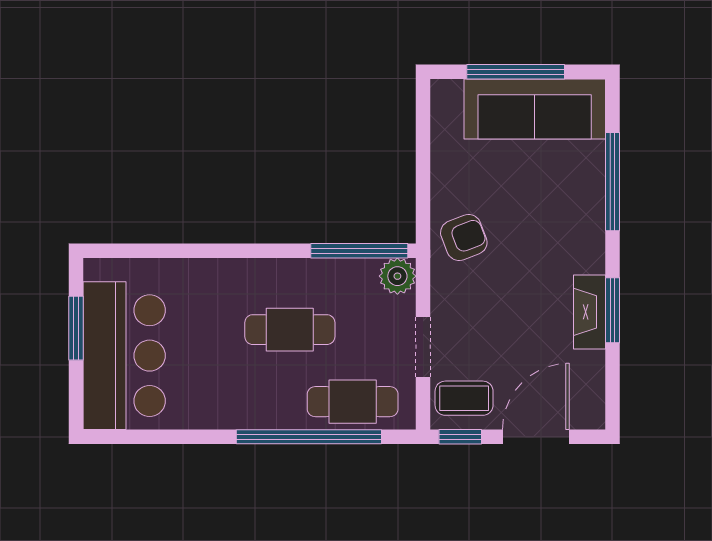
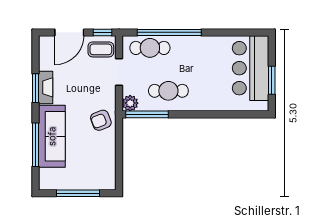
sofa: (535, 109) -> (52, 136), moved, turned 90
cafe table: (290, 330) -> (168, 91), moved

